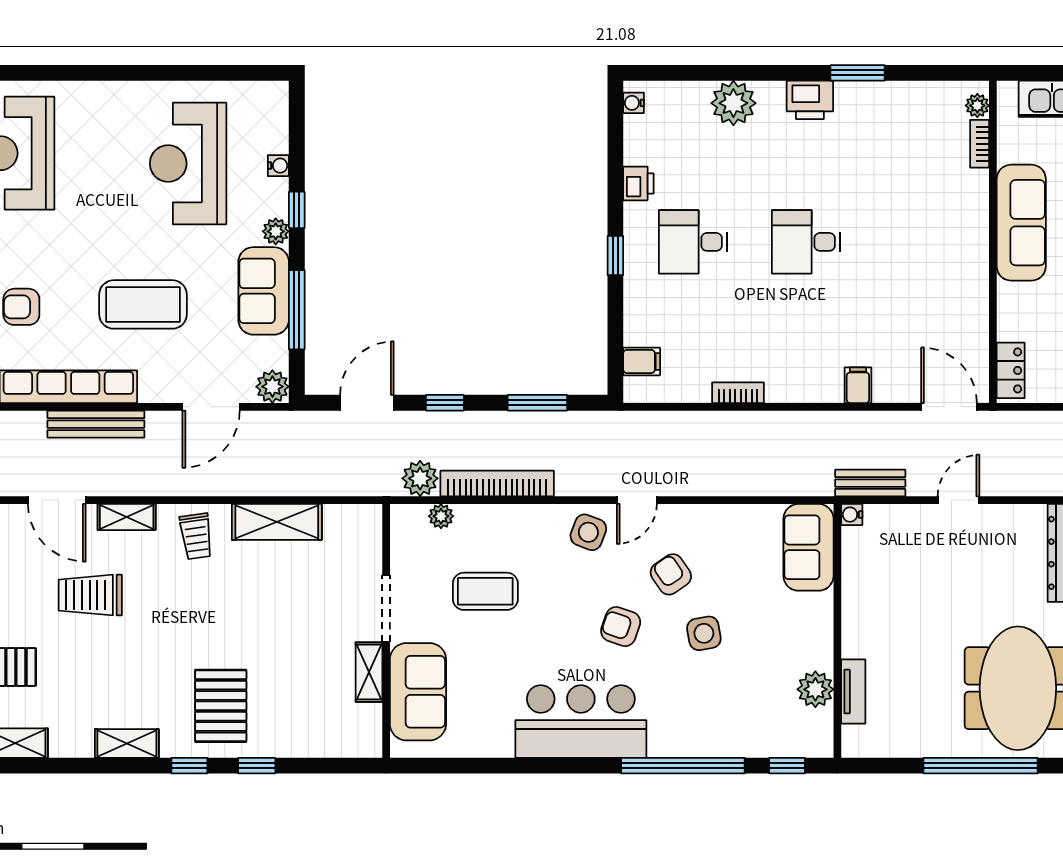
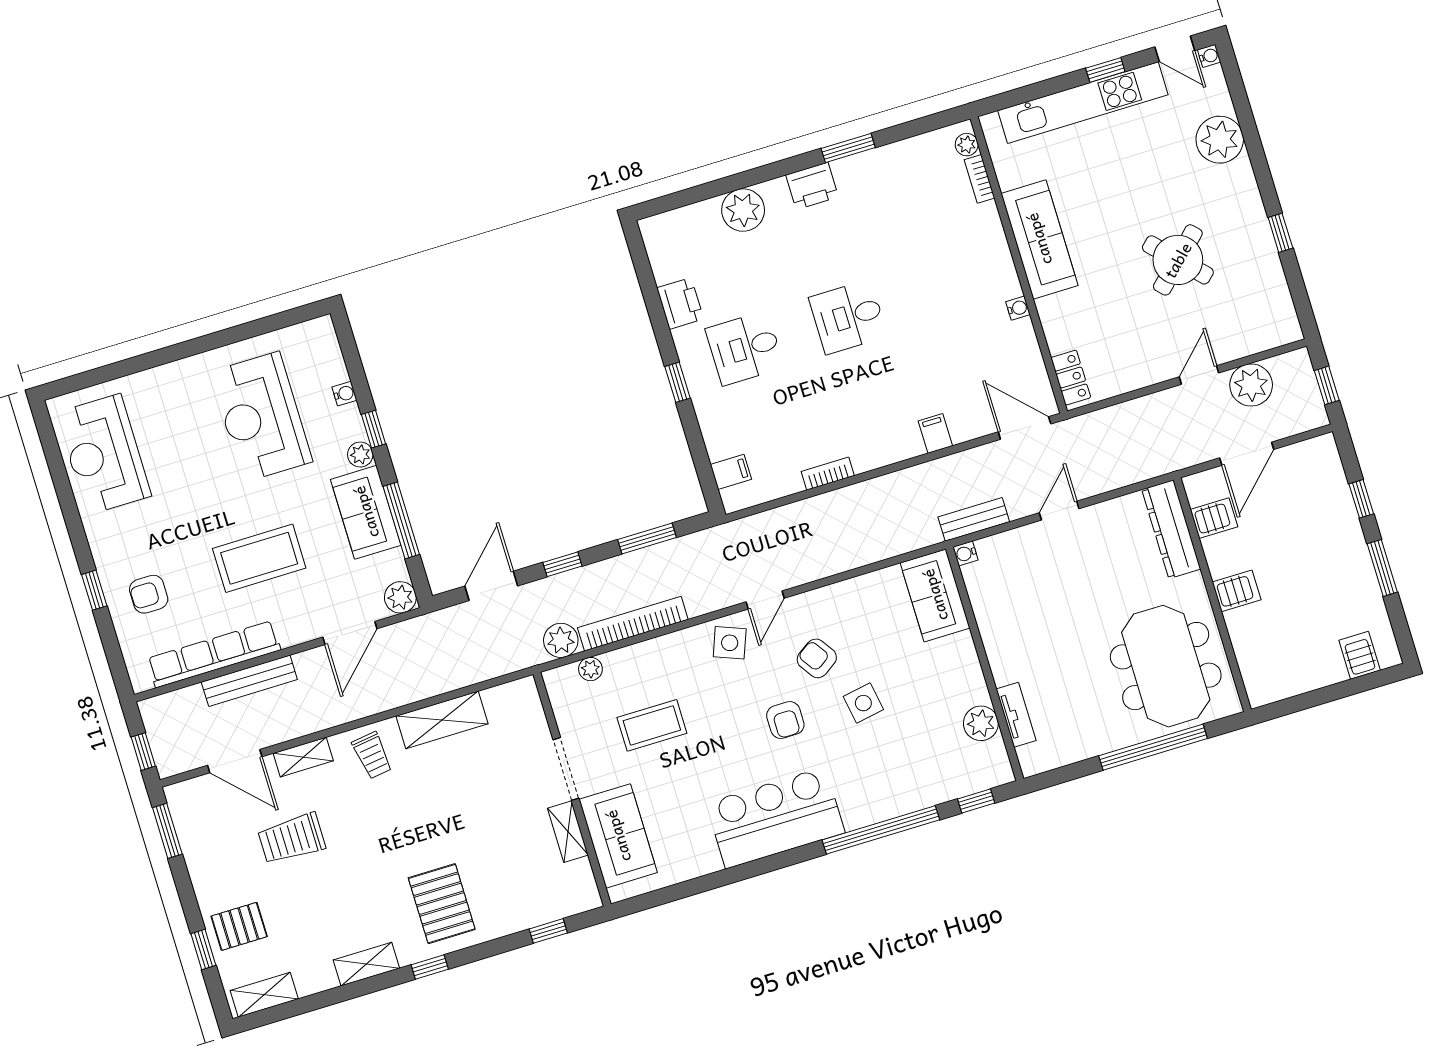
water cooler: (634, 103) -> (1018, 308), moved, turned 180
printer: (638, 184) -> (680, 303), width x1.36, depth x1.24
armchair: (621, 627) -> (785, 720), turned -109
window: (257, 766) -> (548, 931), moved

